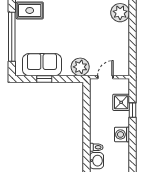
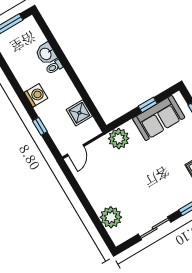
door: (105, 77) -> (76, 150), moved
shower: (121, 102) -> (79, 113), moved

